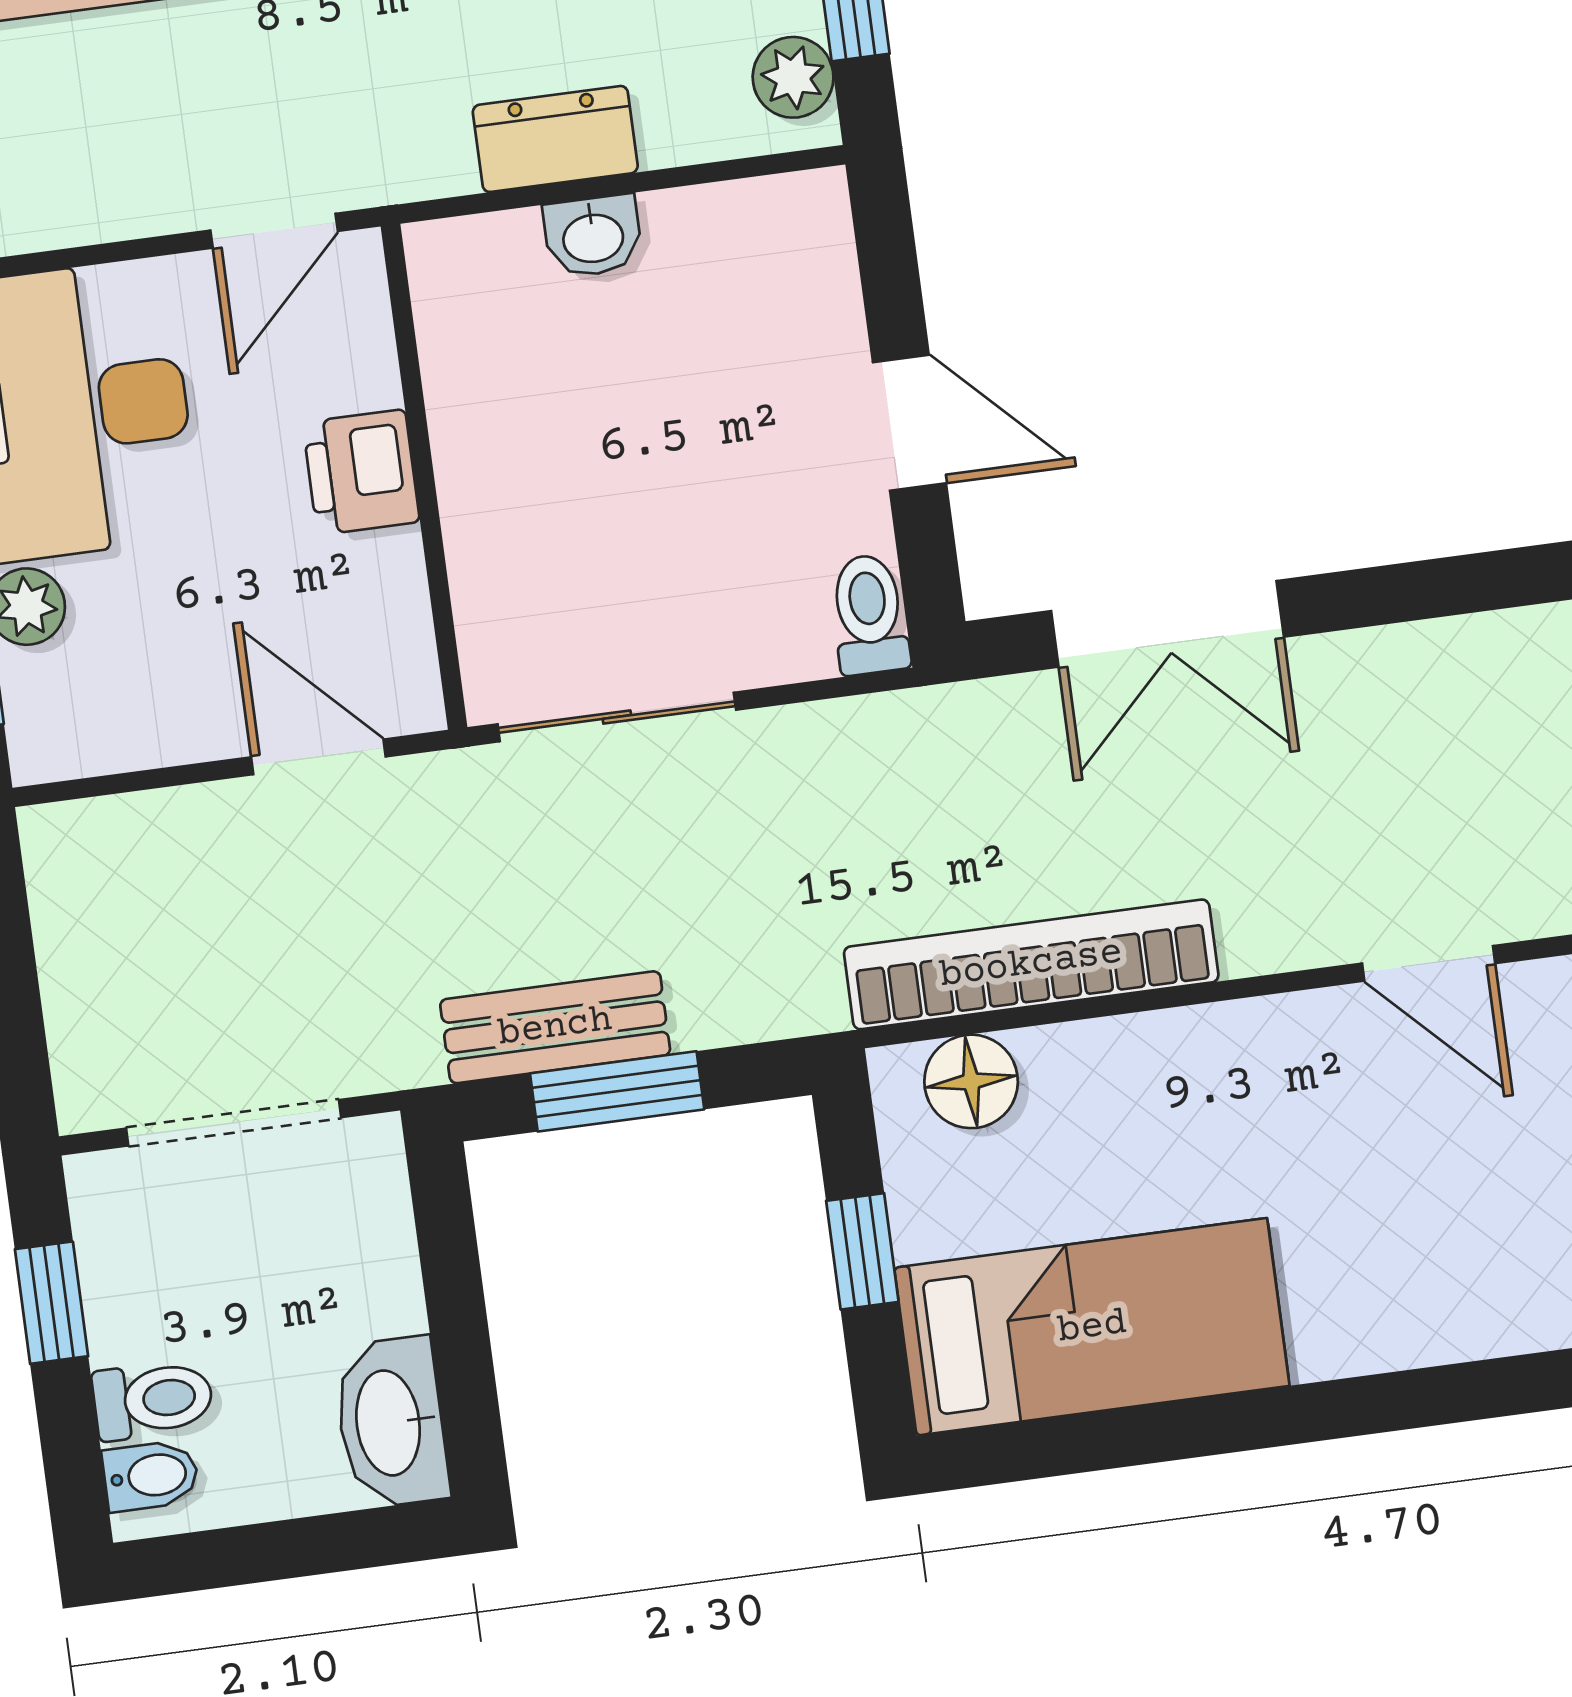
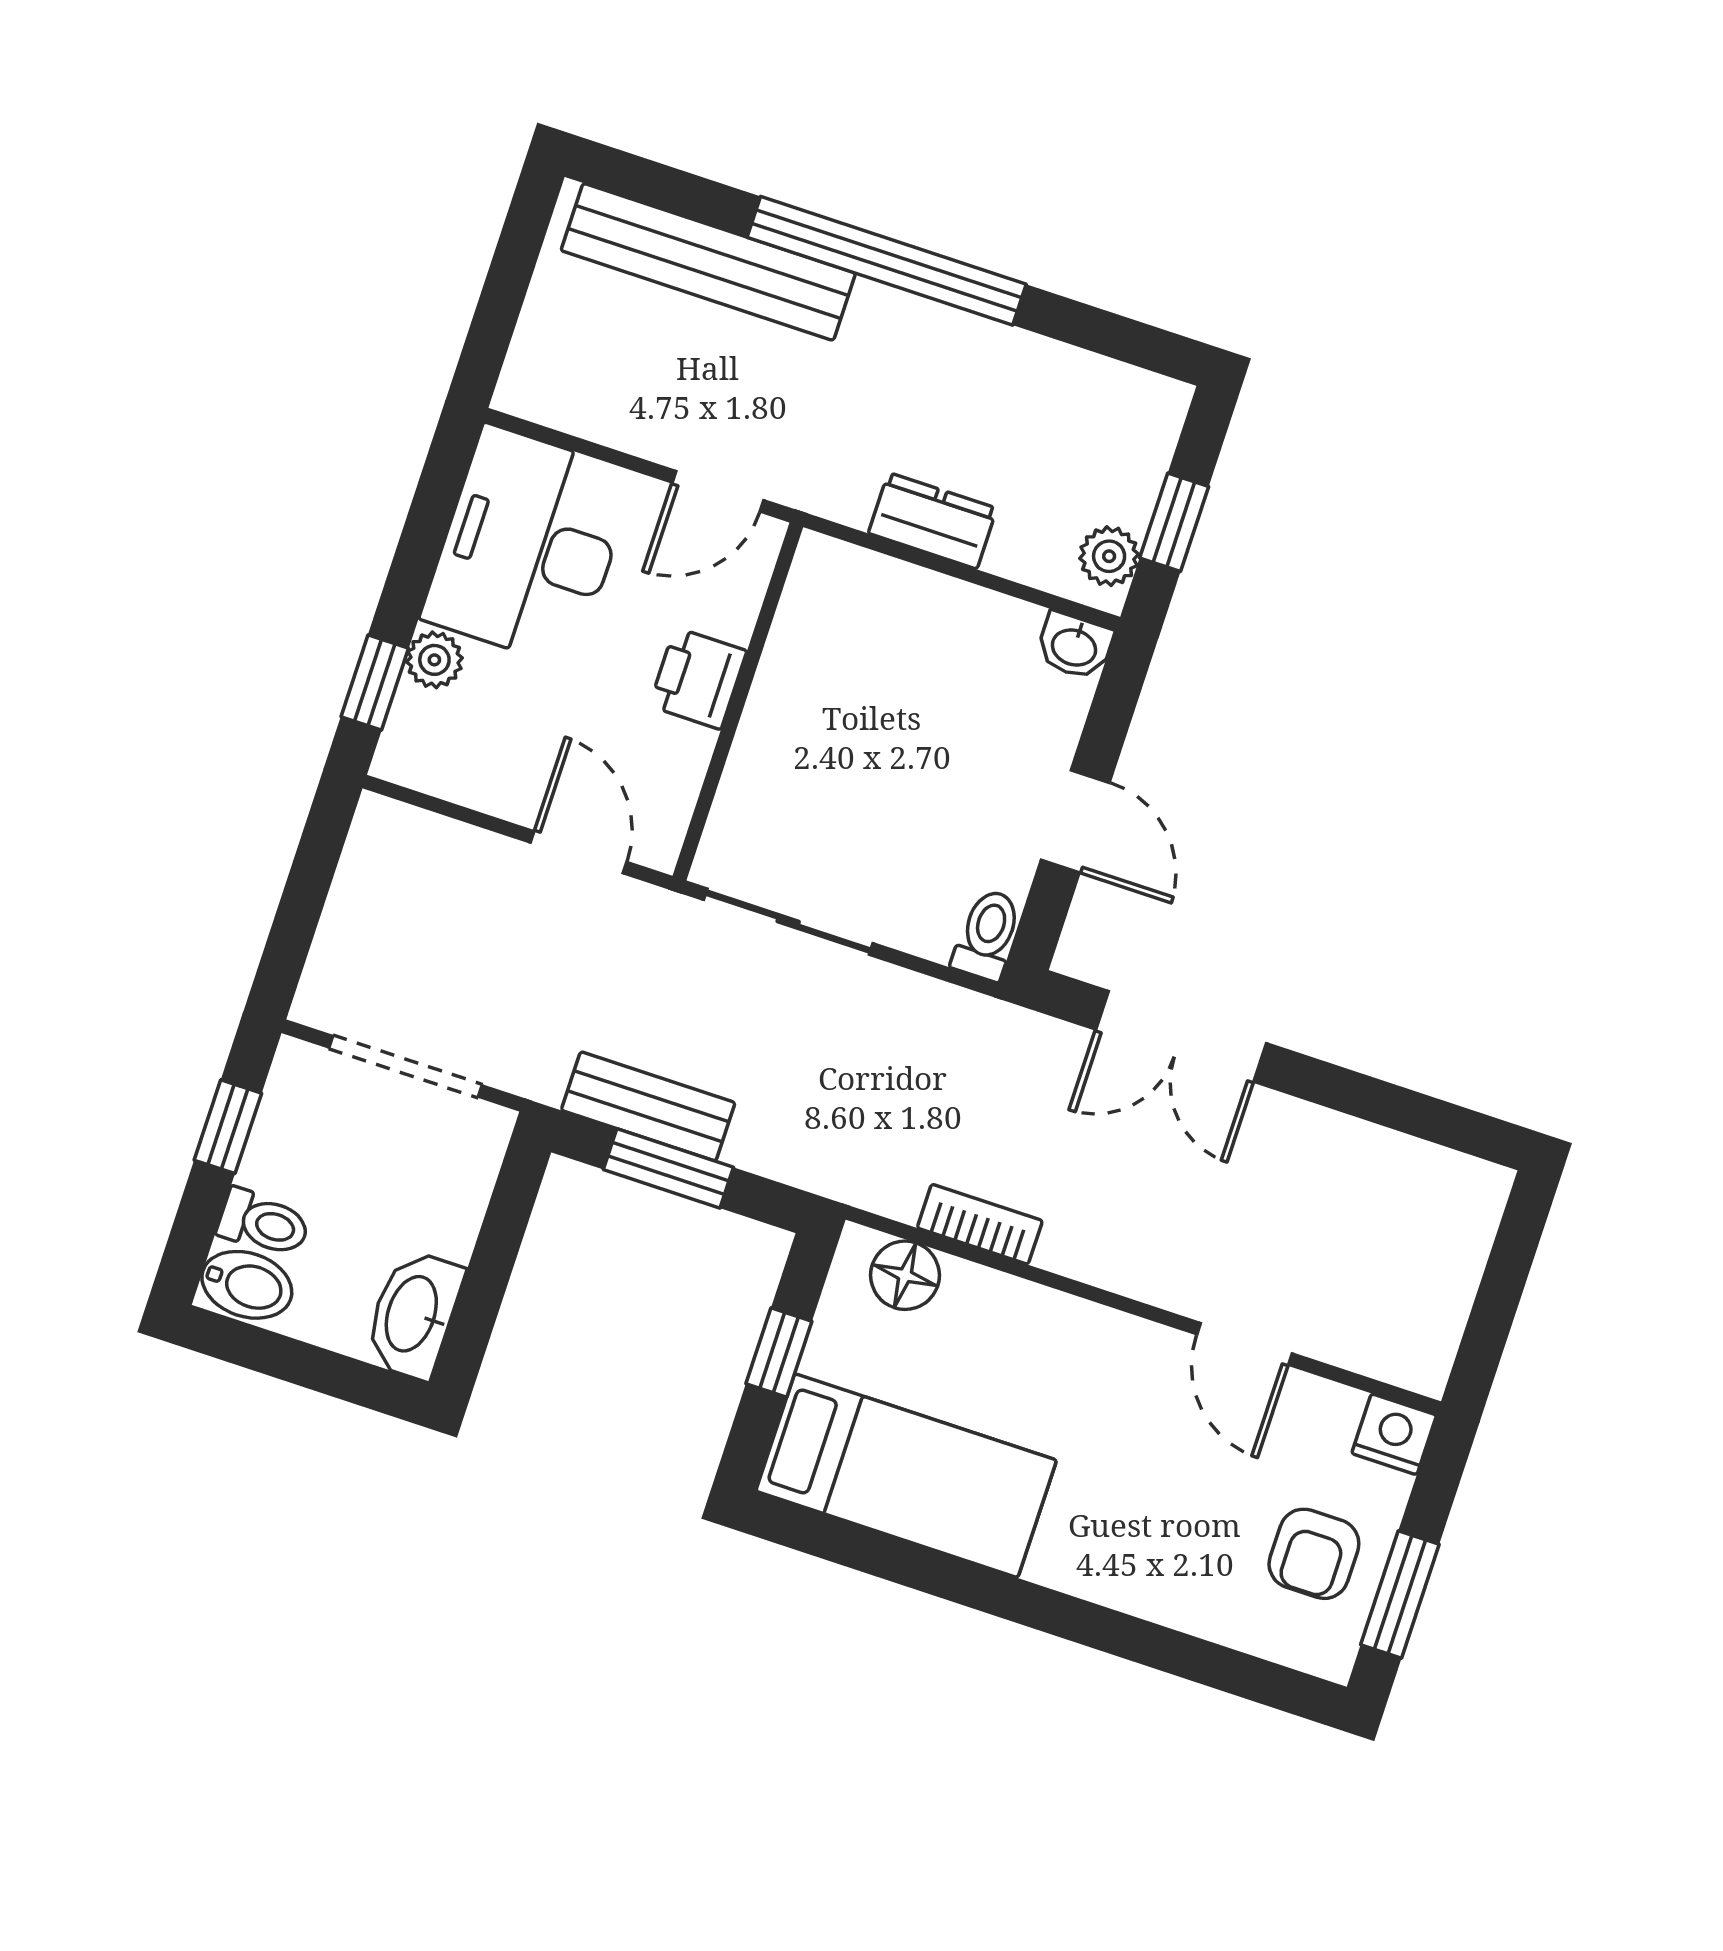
washbasin: (593, 236) -> (1075, 646), moved
bookcase: (1031, 964) -> (980, 1224), width x0.43, depth x0.76
bidet: (151, 1476) -> (247, 1285), width x1.38, depth x1.36

